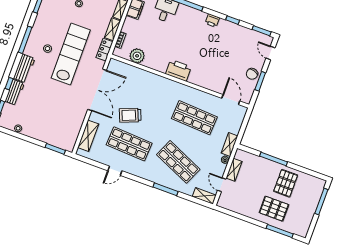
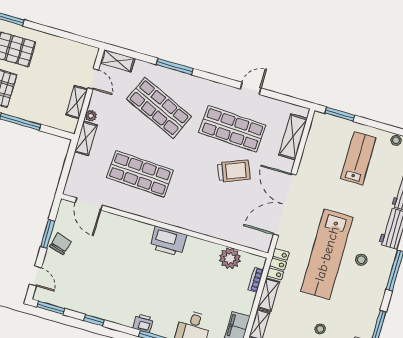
printer: (212, 21) -> (143, 323), moved
lab bench: (45, 118) -> (358, 158), added

